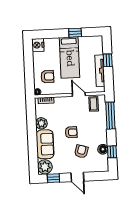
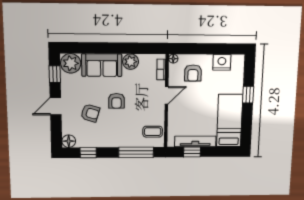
window: (75, 33) -> (248, 95), moved
nightstand: (38, 45) -> (222, 62), moved
bed: (70, 58) -> (230, 121), moved, turned 90
window: (108, 60) -> (192, 152), moved
door: (79, 95) -> (167, 95), moved
floor lamp: (103, 149) -> (69, 141), moved

